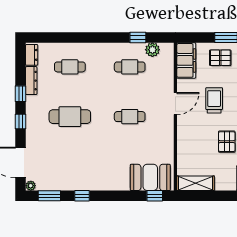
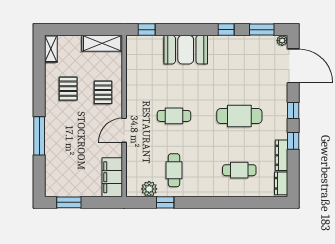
pallet: (220, 58) -> (103, 92), moved, turned 90
cafe table: (130, 67) -> (174, 170), turned 90
trolley: (214, 100) -> (82, 134), removed
booth: (150, 177) -> (186, 50), moved

